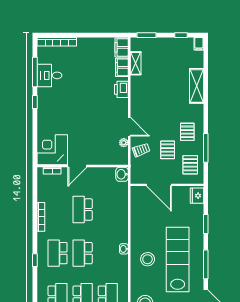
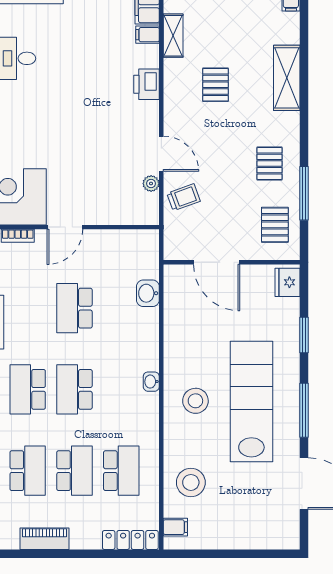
filing cabinet: (122, 67) -> (148, 35), width x0.50
pallet: (168, 150) -> (215, 85), moved
washbasin: (122, 174) -> (148, 293), moved

